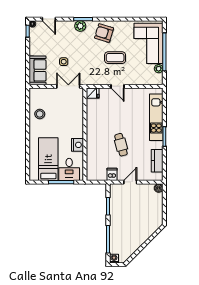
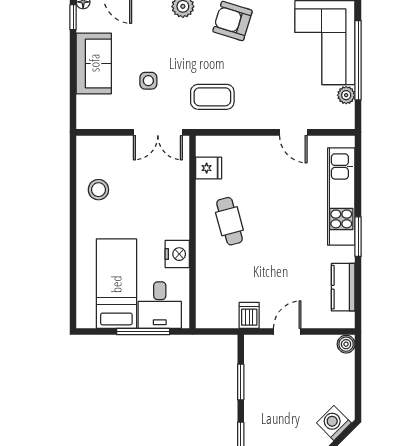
coffee table: (115, 58) -> (212, 97), moved
sofa: (37, 70) -> (94, 63), moved
double door: (68, 86) -> (158, 132), swing flipped
door: (117, 86) -> (293, 132), moved
fridge: (93, 93) -> (209, 168), moved
cafe table: (121, 145) -> (229, 221), moved
washing machine: (153, 226) -> (334, 423), added

